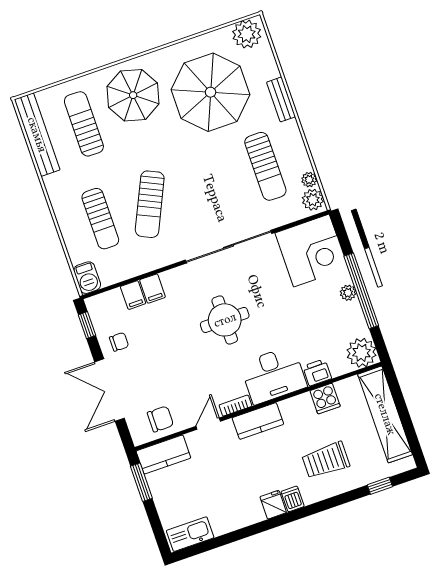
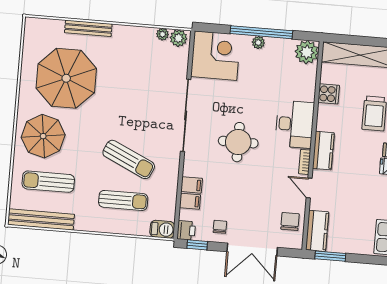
plant: (247, 34) -> (35, 33), removed
bench: (281, 99) -> (88, 28), width x1.36
sun lounger: (265, 166) -> (139, 62), removed
printer: (317, 372) -> (186, 230), moved, turned 180

